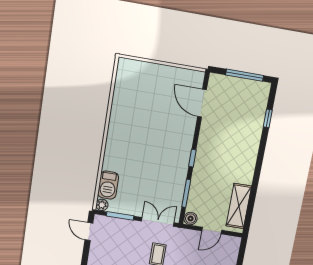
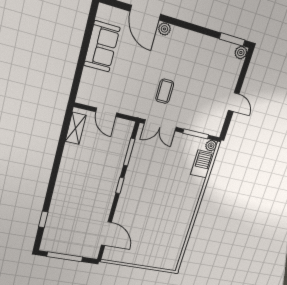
shelving: (239, 206) -> (76, 128), width x0.67, depth x0.75
boiler: (191, 219) -> (127, 127), removed
door: (212, 230) -> (106, 112), swing flipped
door: (89, 232) -> (234, 102), moved

